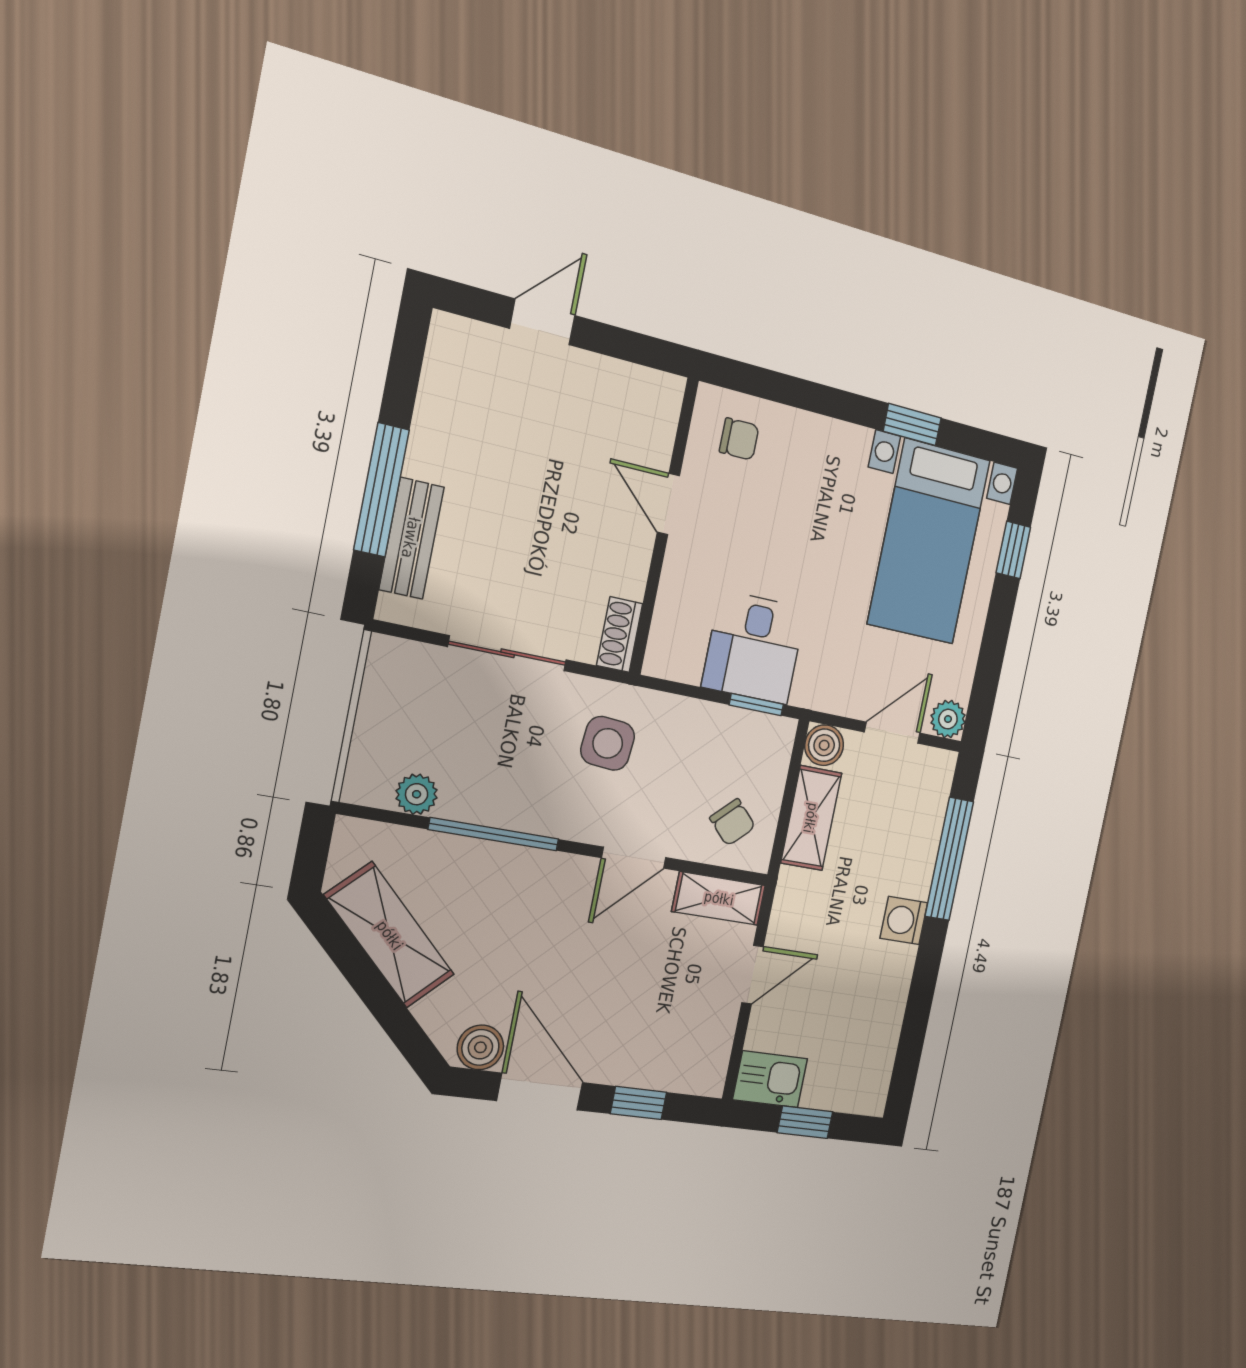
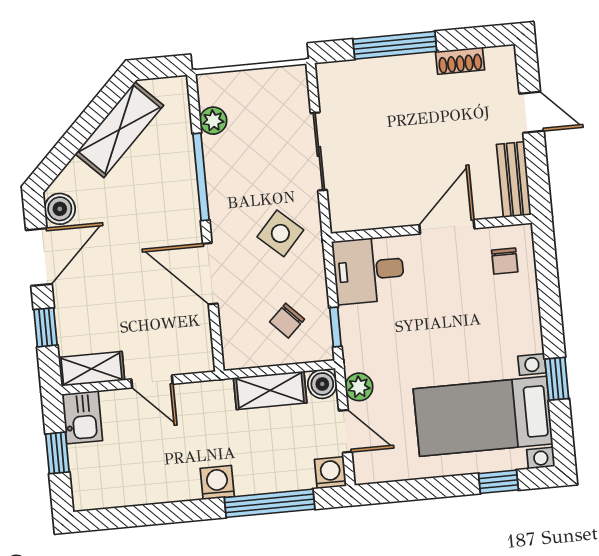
door: (668, 504) -> (447, 227), width x1.38
bench: (411, 538) -> (514, 180), moved, turned 90
shoe rack: (620, 634) -> (460, 61), moved, turned 180
desk: (754, 647) -> (369, 270), moved
plant: (948, 719) -> (359, 387), moved
side table: (608, 743) -> (280, 233), turned 37
washing machine: (937, 768) -> (330, 473), added
chair: (733, 822) -> (287, 321), moved
door: (634, 858) -> (210, 274), width x1.38
shelving: (719, 898) -> (92, 369), moved, turned 90

